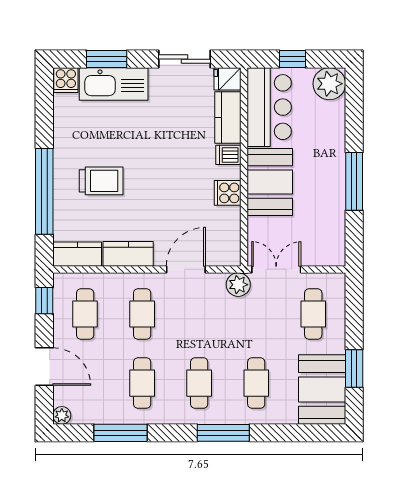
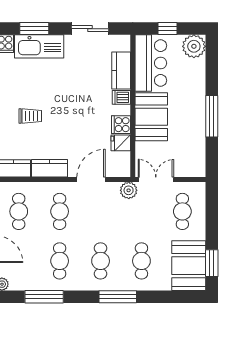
fridge: (227, 79) -> (121, 143), moved
trolley: (101, 181) -> (30, 116), width x0.73, depth x0.72
window: (354, 369) -> (212, 263), moved

